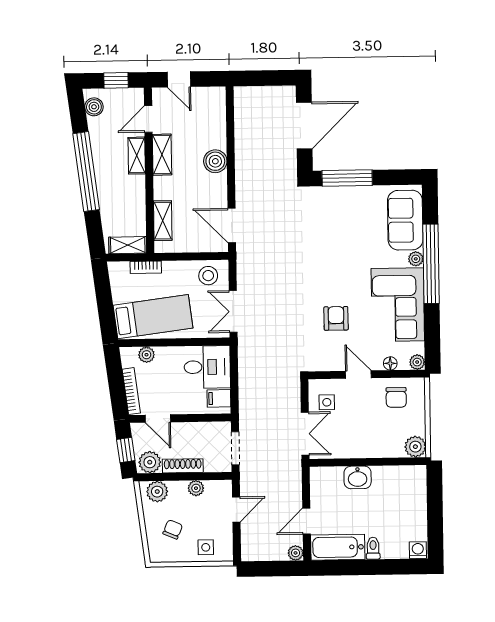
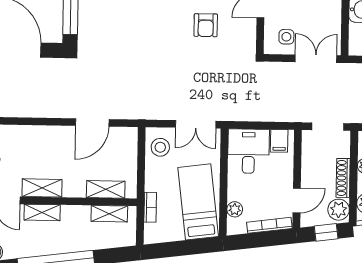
boiler: (215, 161) -> (50, 137), removed
door: (232, 226) -> (92, 122), moved
shelving: (128, 245) -> (109, 214), moved, turned 90
armchair: (336, 318) -> (206, 25), turned -90

